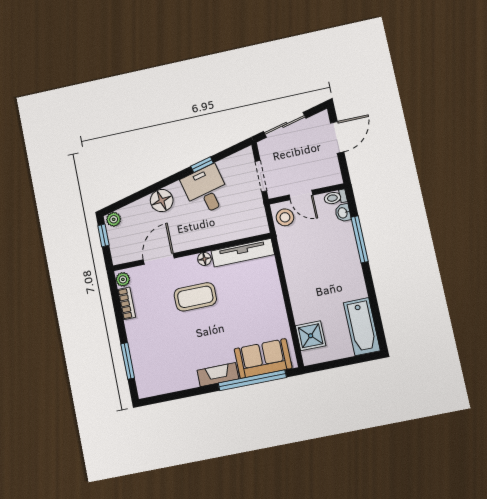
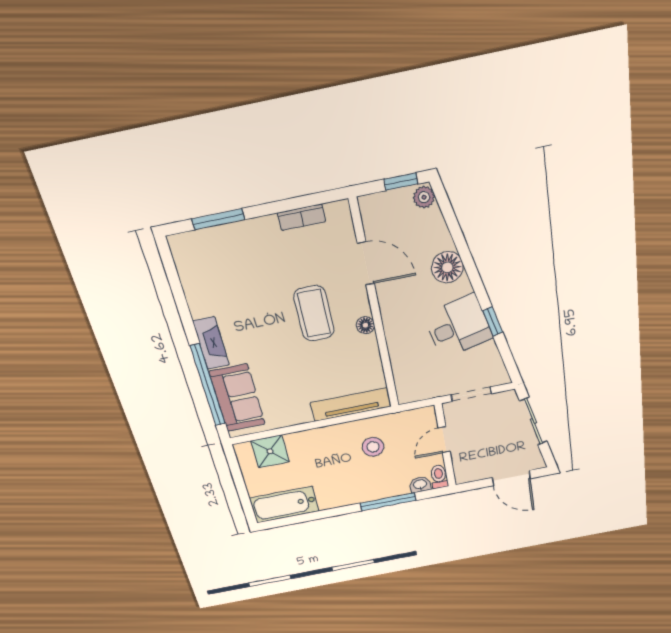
stool: (285, 217) -> (373, 447), moved
tv unit: (243, 253) -> (351, 405), moved, turned 90
plant: (123, 279) -> (336, 212), removed

